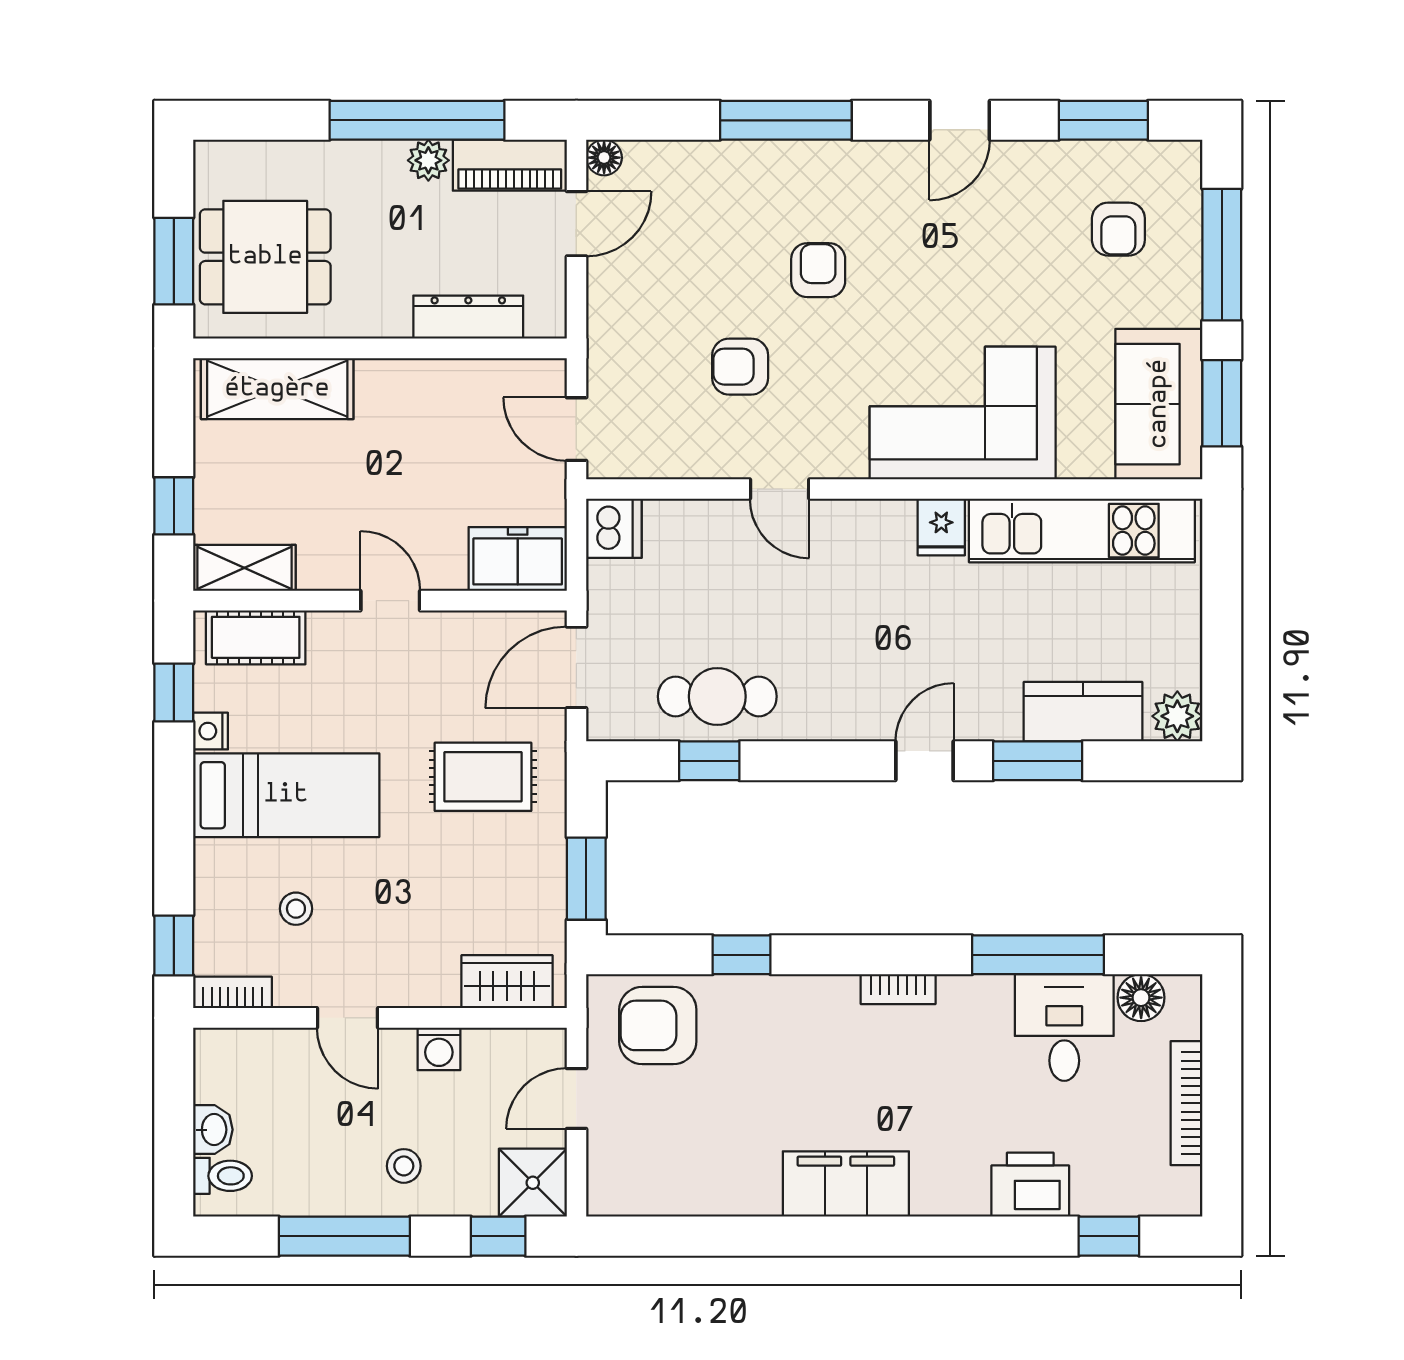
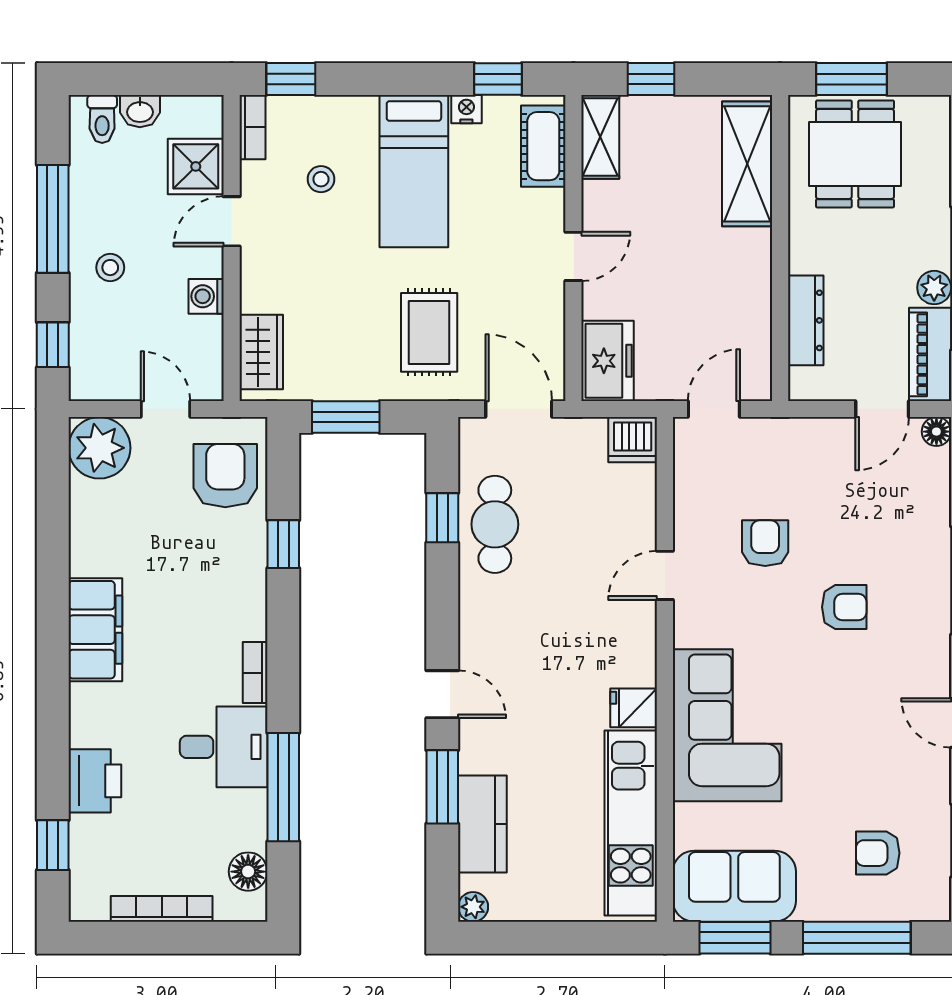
door: (576, 224) -> (882, 409), hinge flipped
plant: (1177, 716) -> (473, 907), width x0.73, depth x0.73
desk: (1064, 1027) -> (224, 747), moved
plant: (624, 1179) -> (99, 448), added
shower: (533, 1183) -> (196, 166), moved

